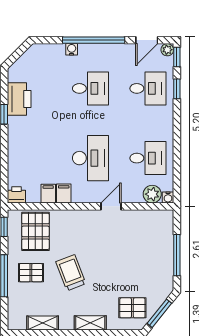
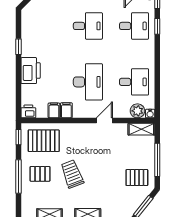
printer: (19, 99) -> (31, 71), moved
shelving: (157, 217) -> (141, 129), added
pallet: (35, 231) -> (44, 141), turned 90
pallet: (132, 308) -> (137, 178), moved

